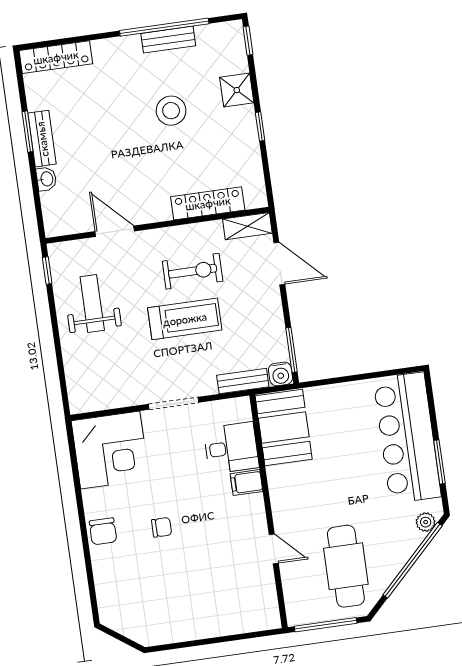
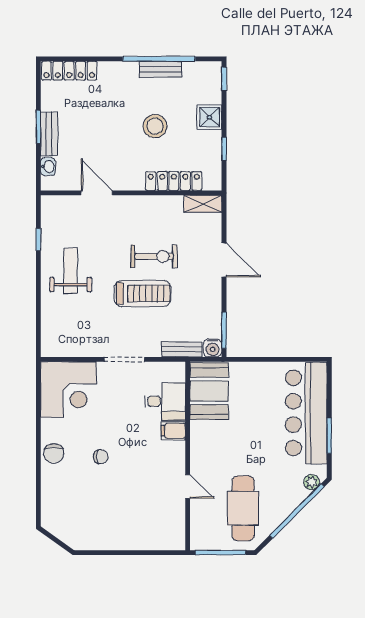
locker: (208, 203) -> (174, 181), moved
wall: (157, 225) -> (131, 193), moved
shelving: (247, 226) -> (203, 204), moved
door: (115, 231) -> (97, 193), moved

